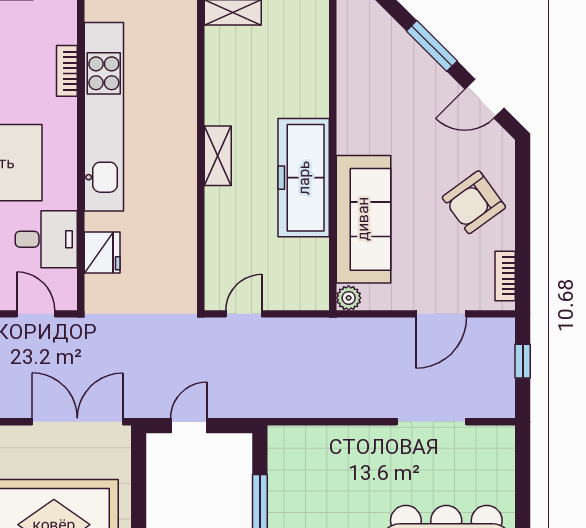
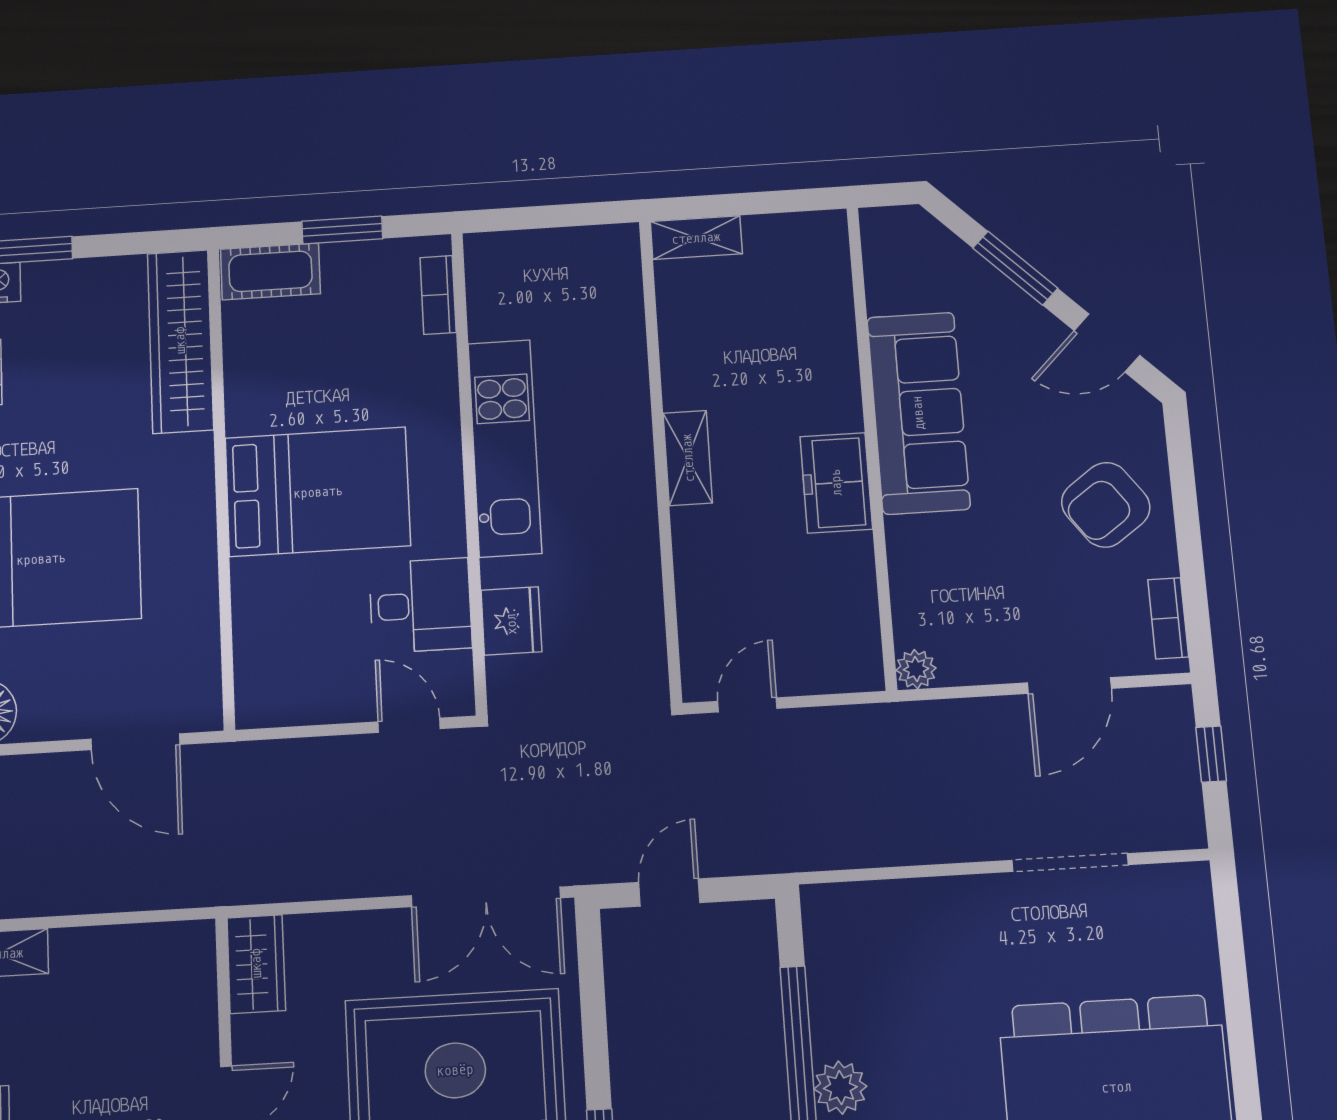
bookcase: (67, 71) -> (438, 295), moved
kitchen unit: (104, 117) -> (505, 448), width x0.73
freezer: (304, 178) -> (836, 483), width x0.52, depth x0.79
sofa: (363, 219) -> (918, 413), moved
double door: (77, 422) -> (486, 897), swing flipped

